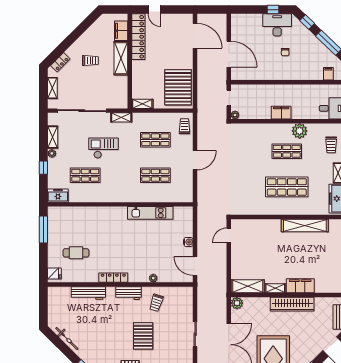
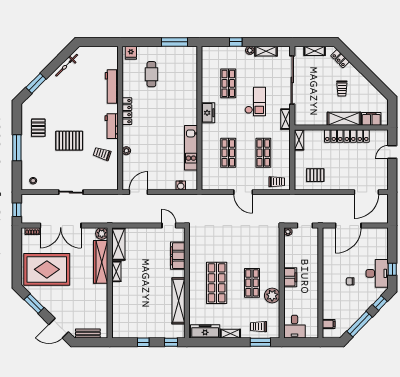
locker: (138, 37) -> (347, 136), moved
pallet: (178, 87) -> (315, 175), width x0.49, depth x0.50
freezer: (58, 196) -> (208, 113), moved
water cooler: (188, 242) -> (181, 185), moved
filing cabinet: (300, 286) -> (178, 256), moved, turned 180
wardrobe: (292, 304) -> (101, 262), moved

